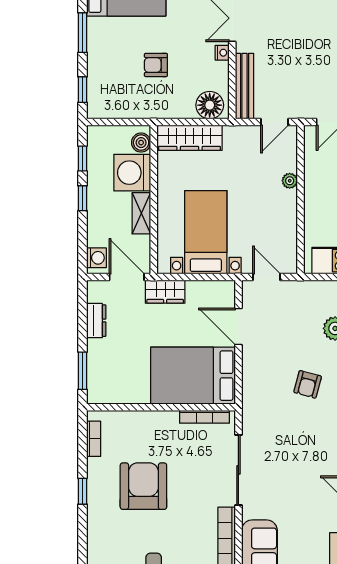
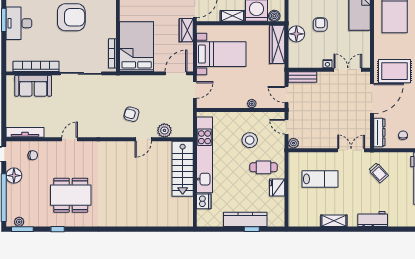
bench: (245, 86) -> (302, 77), width x0.73
floor lamp: (210, 105) -> (296, 34), moved
door: (238, 326) -> (176, 73), moved

